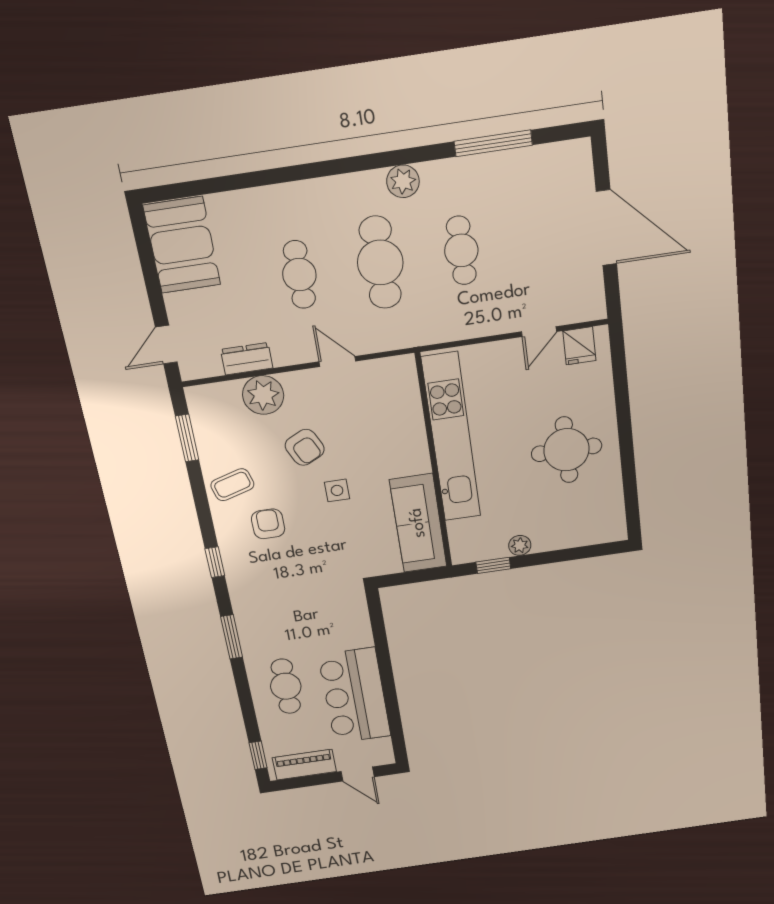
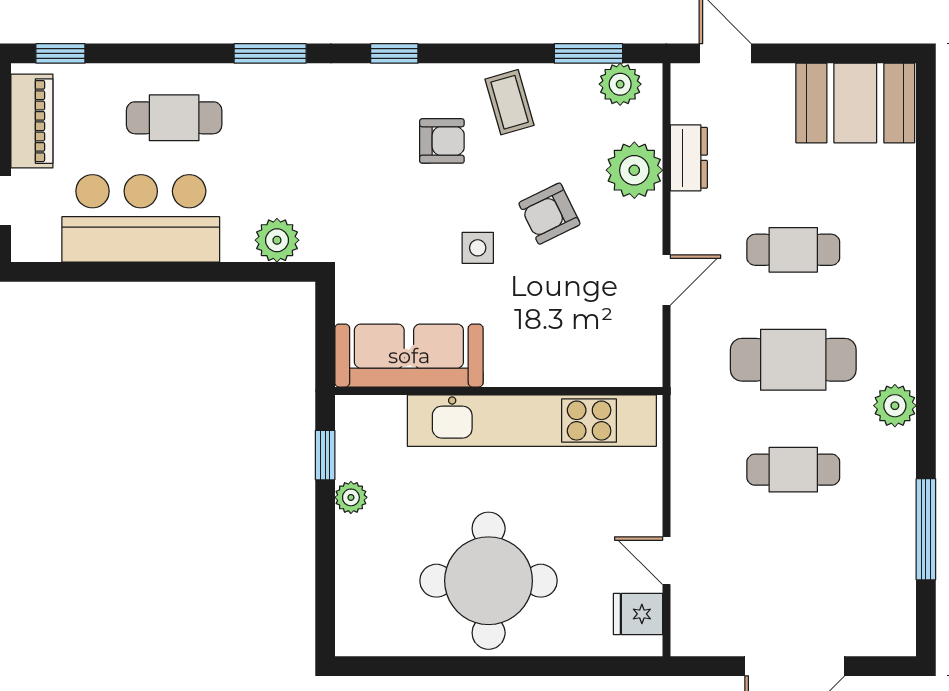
plant: (204, 414) -> (620, 84), added
round table: (567, 450) -> (489, 581), width x1.36, depth x1.36
plant: (354, 615) -> (277, 240), added

